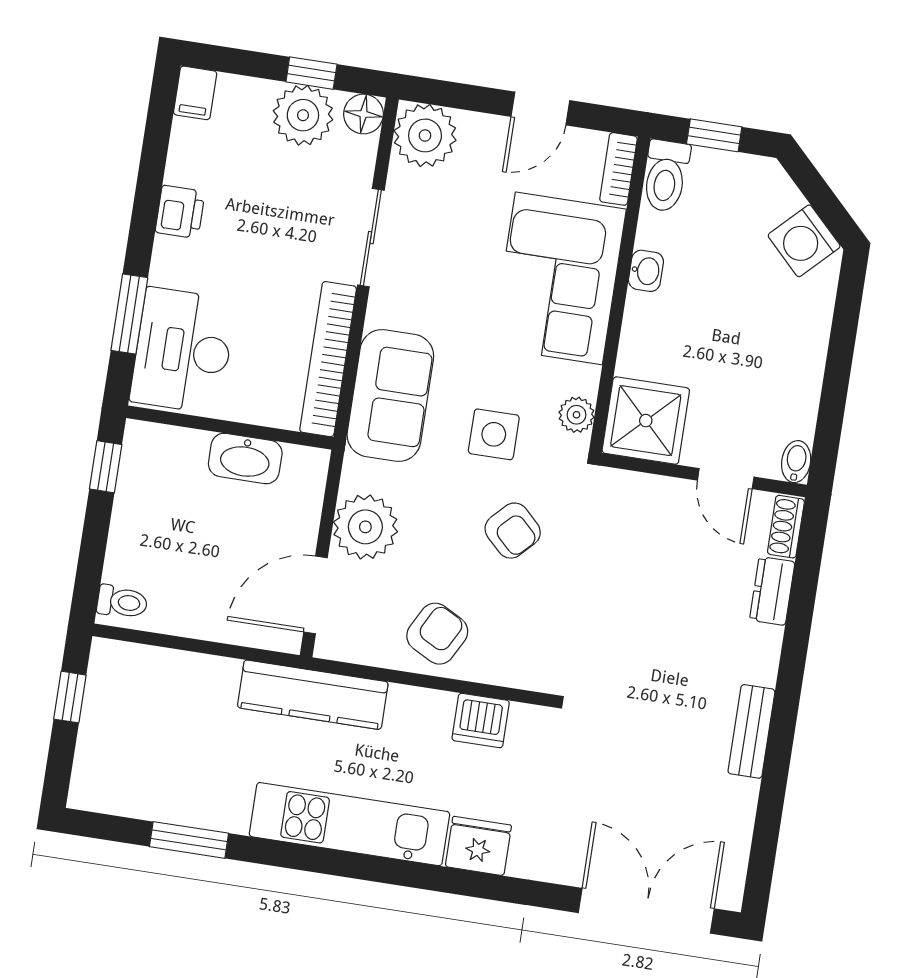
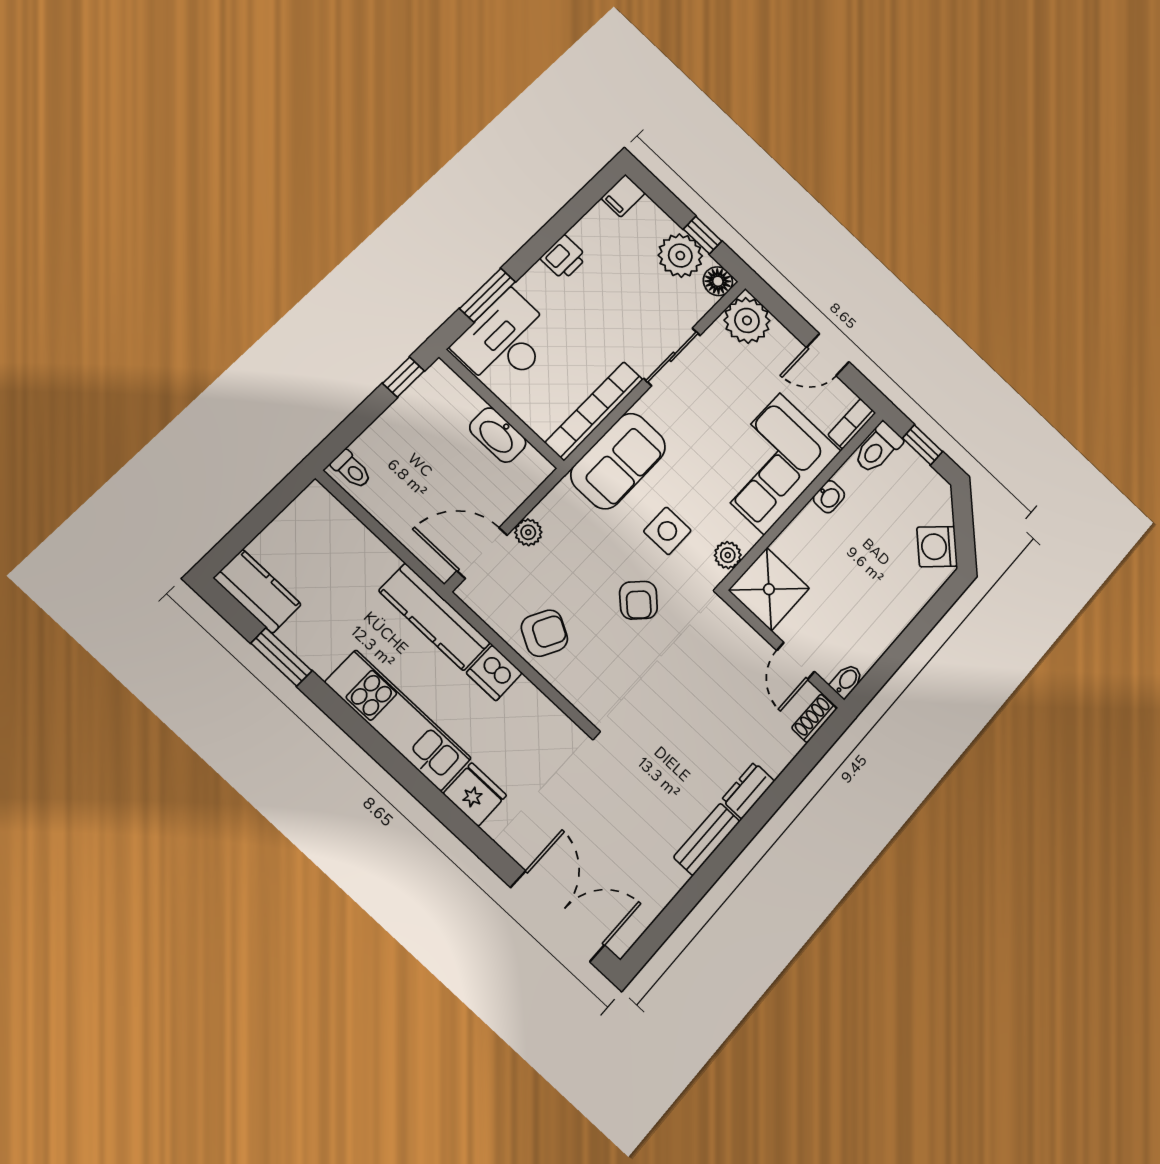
plant: (365, 527) -> (528, 532), width x0.53, depth x0.53
dresser: (772, 591) -> (748, 790), moved
window: (70, 697) -> (271, 507), removed
dishwasher: (481, 721) -> (494, 673), moved
kitchen counter: (119, 791) -> (257, 591), added

